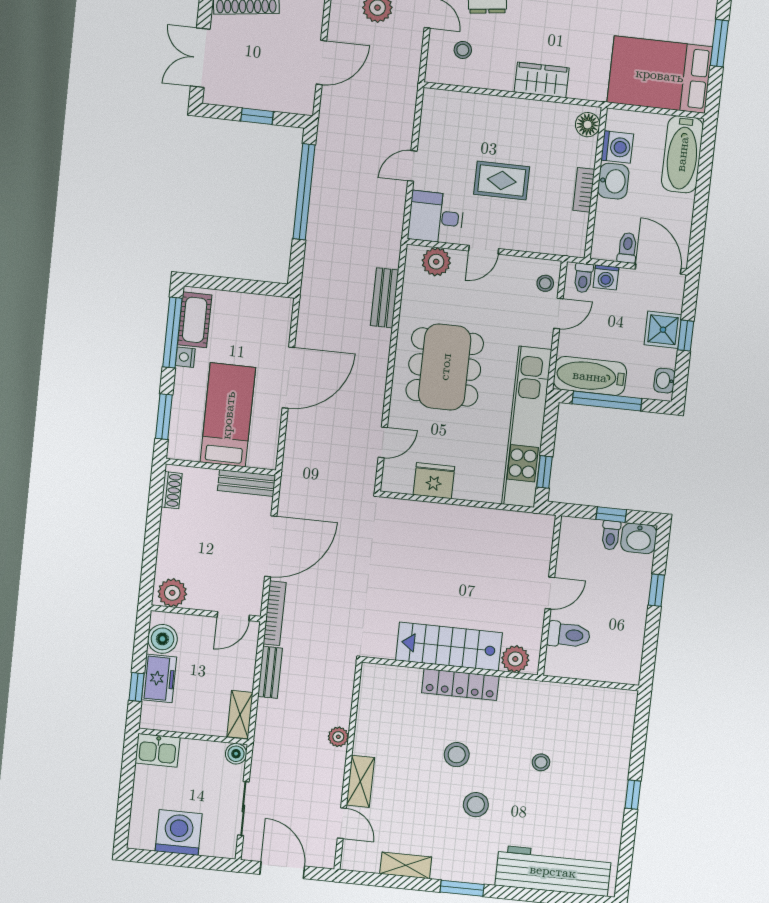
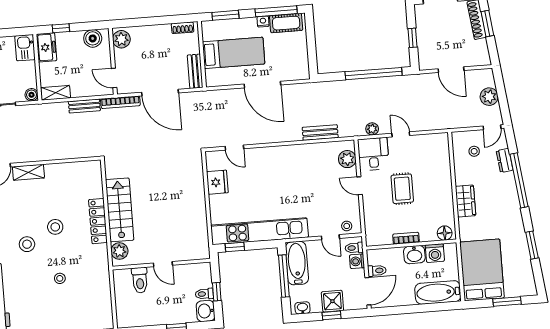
dining table: (445, 367) -> (286, 176), removed
freezer: (159, 678) -> (46, 47), moved, turned -90
plant: (338, 737) -> (372, 129), moved

